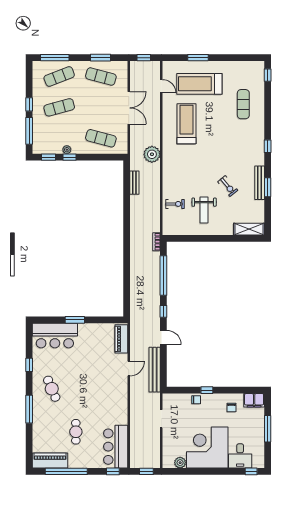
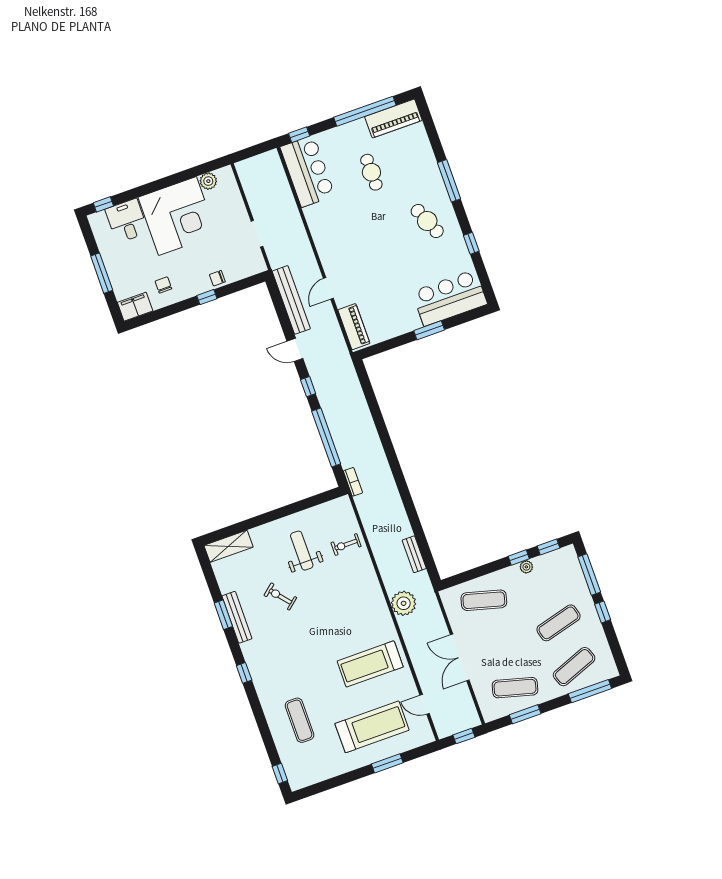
treadmill: (186, 124) -> (370, 664), turned 90
window: (146, 471) -> (252, 152), removed

